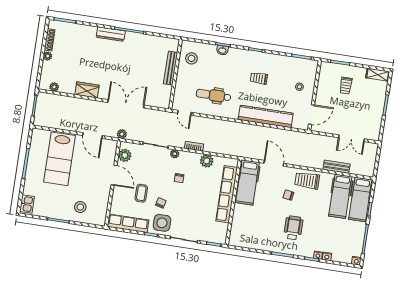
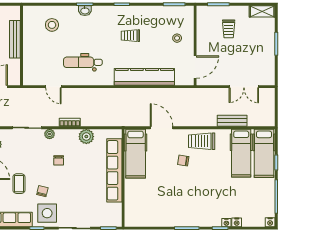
bench: (171, 68) -> (15, 39), moved
wall: (176, 74) -> (22, 45), moved
wheelchair: (293, 228) -> (194, 196), removed

